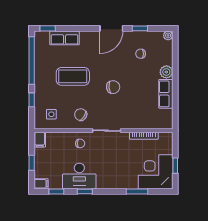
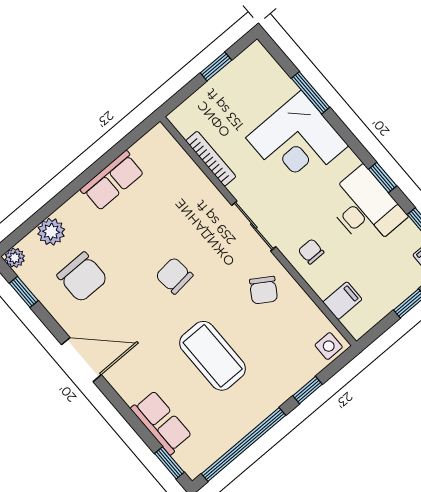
window: (140, 28) -> (24, 292), moved
chair: (141, 54) -> (82, 277), width x1.87, depth x1.87
plant: (166, 72) -> (51, 232), moved
side table: (51, 114) -> (329, 346), moved
filing cabinet: (40, 140) -> (342, 301), moved
corner desk: (156, 172) -> (297, 142), moved

